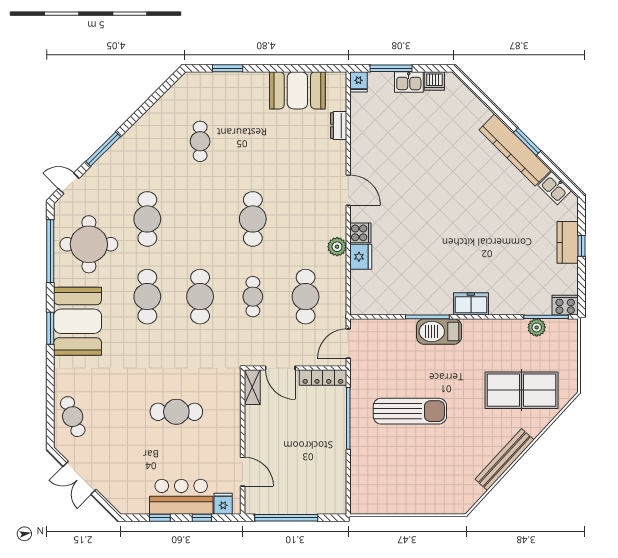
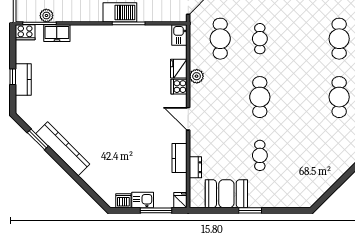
window: (228, 68) -> (250, 210), moved
kitchen counter: (360, 138) -> (179, 158), added
cafe table: (200, 141) -> (260, 155), moved
window: (527, 142) -> (38, 139), moved
kitchen sink: (555, 188) -> (179, 35), moved, turned -135
cafe table: (200, 297) -> (299, 39), removed
freezer: (471, 304) -> (57, 33), moved

